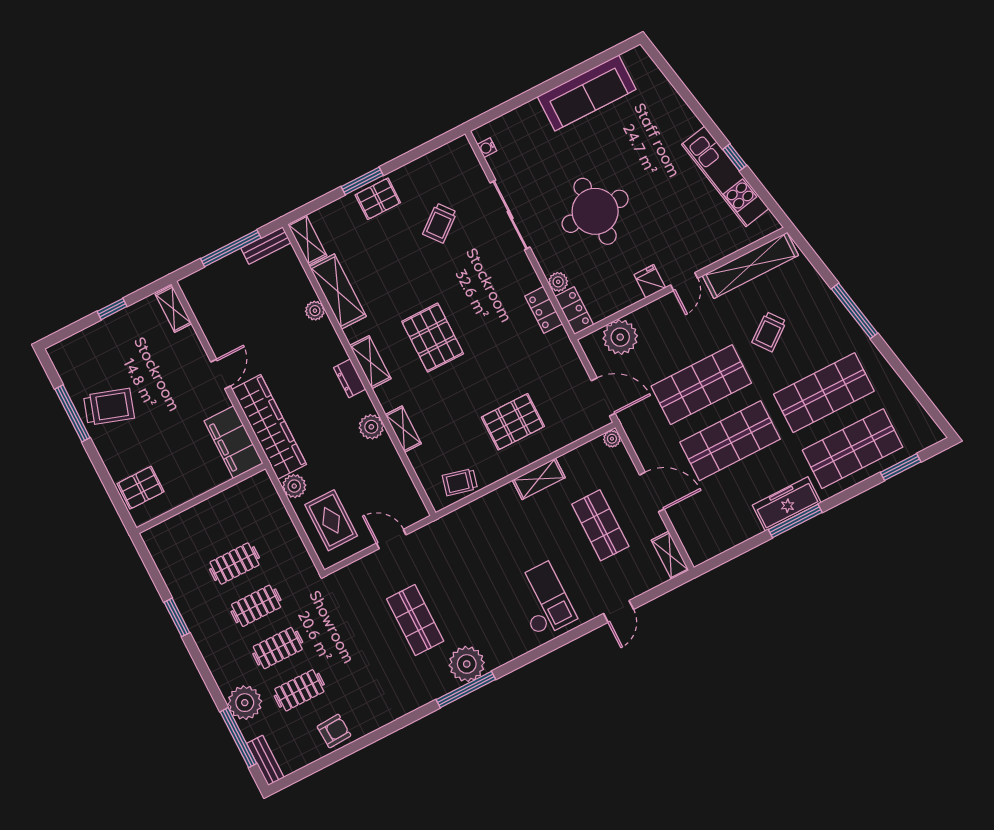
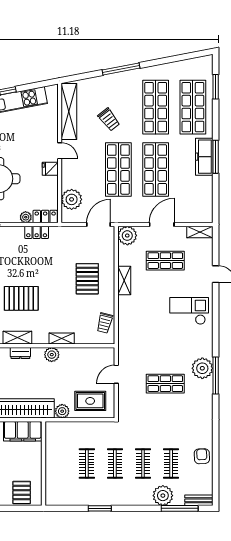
plant: (612, 439) -> (127, 236), width x1.88, depth x1.88

